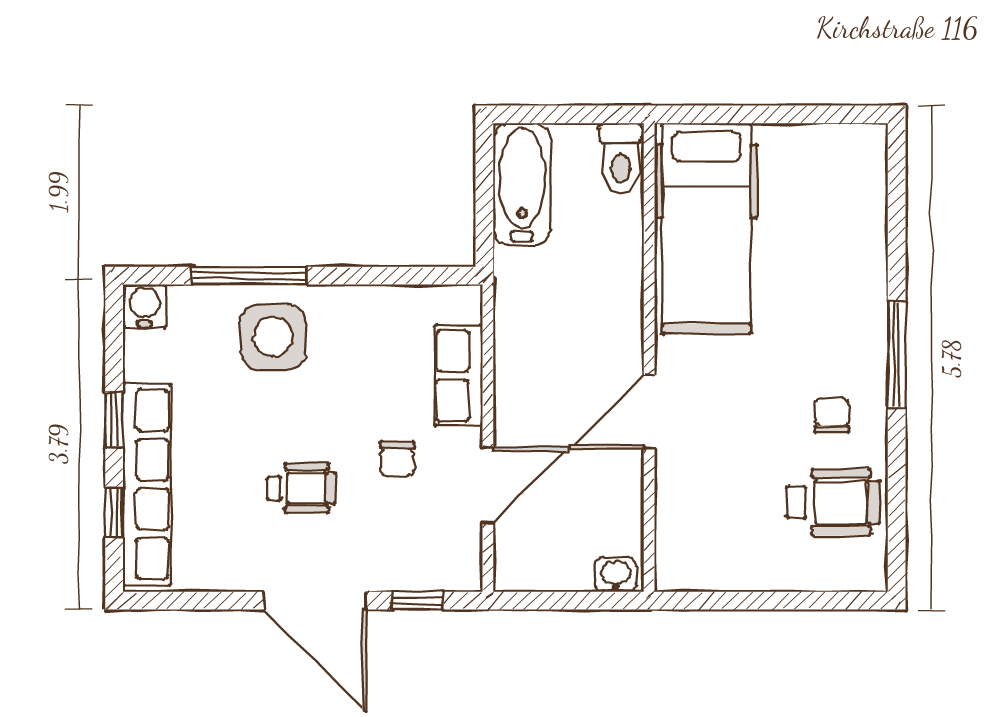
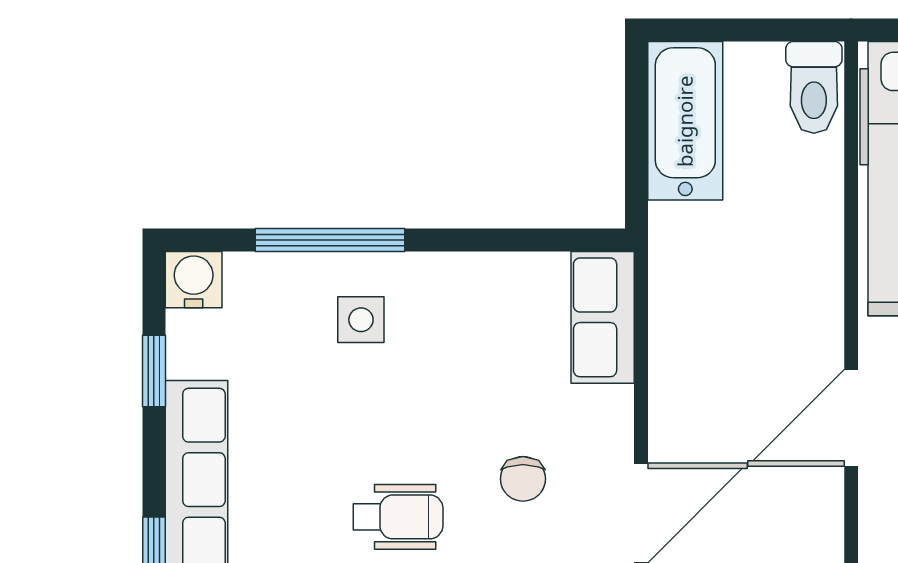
side table: (273, 337) -> (361, 320), width x0.54, depth x0.54
row of seats: (458, 376) -> (603, 317), moved
window: (114, 420) -> (154, 371), moved

